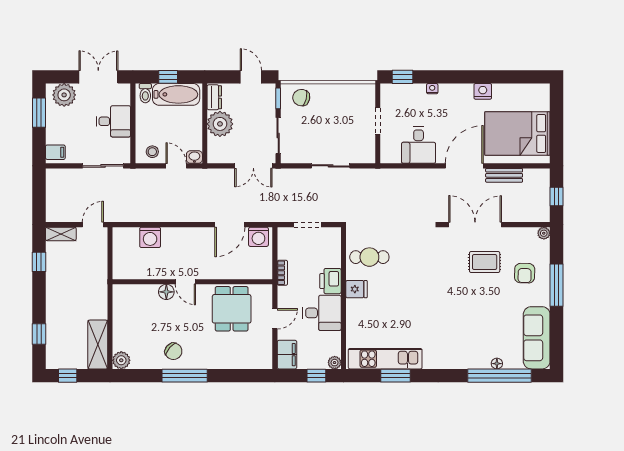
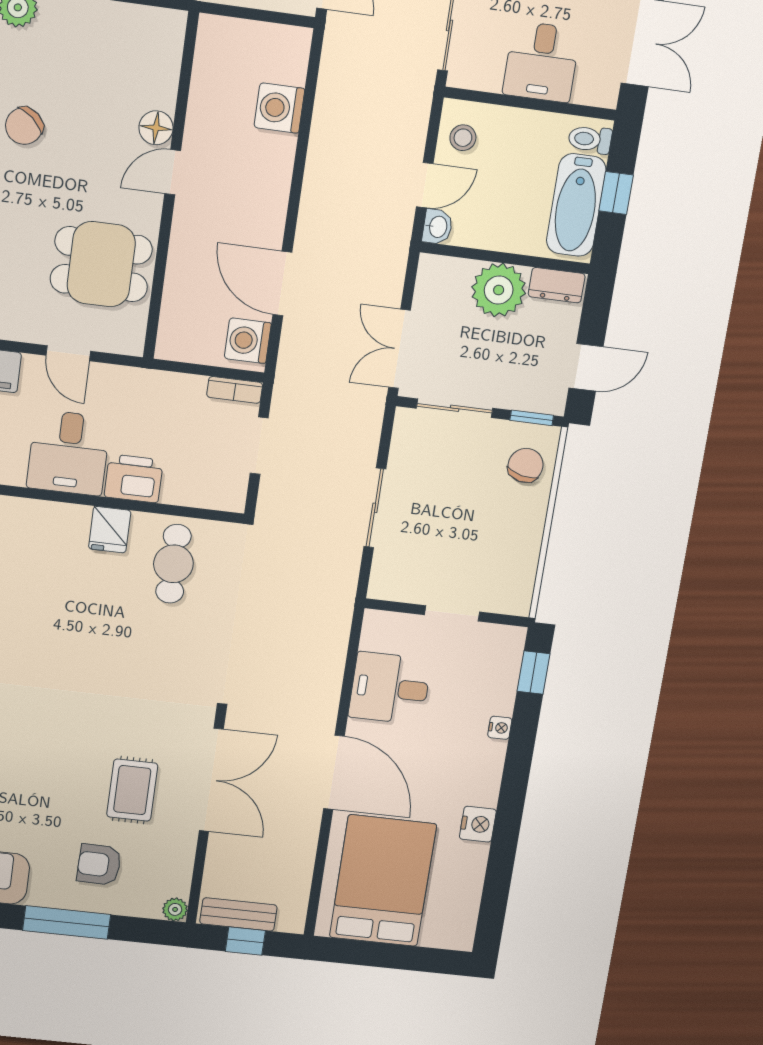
bench: (504, 175) -> (238, 914), moved, turned 90
bookcase: (282, 273) -> (235, 390), moved

